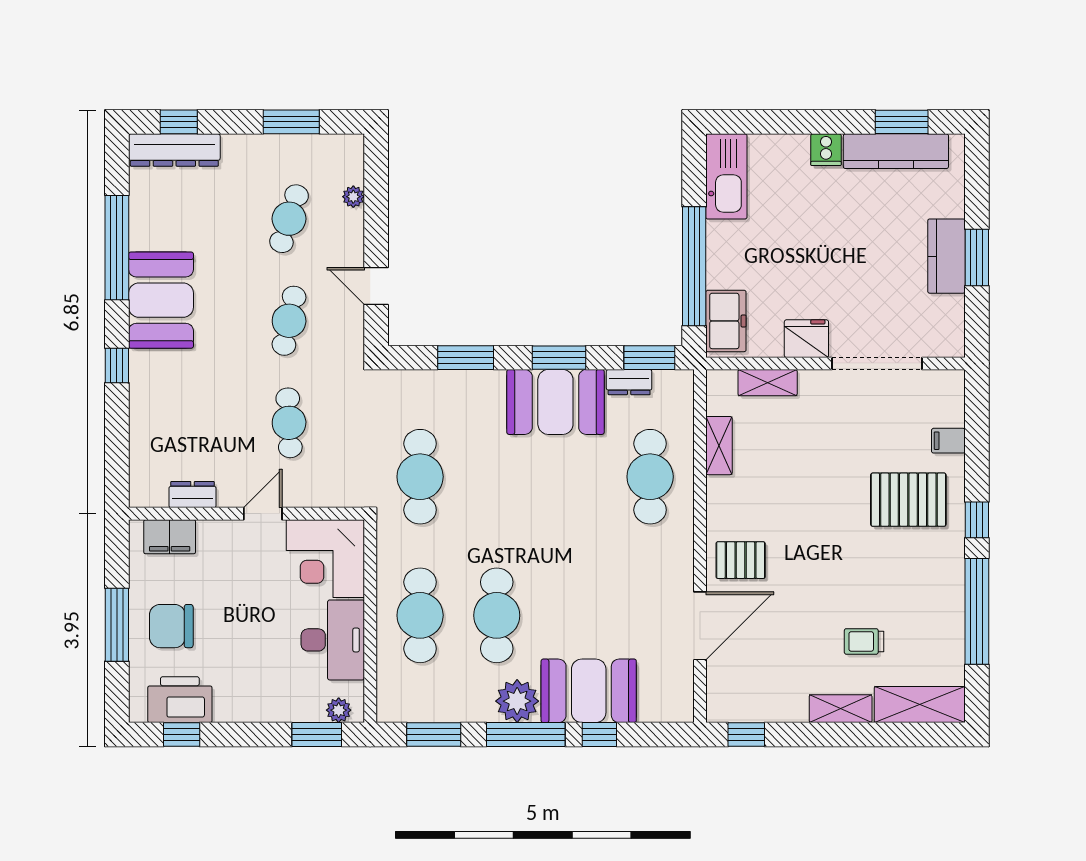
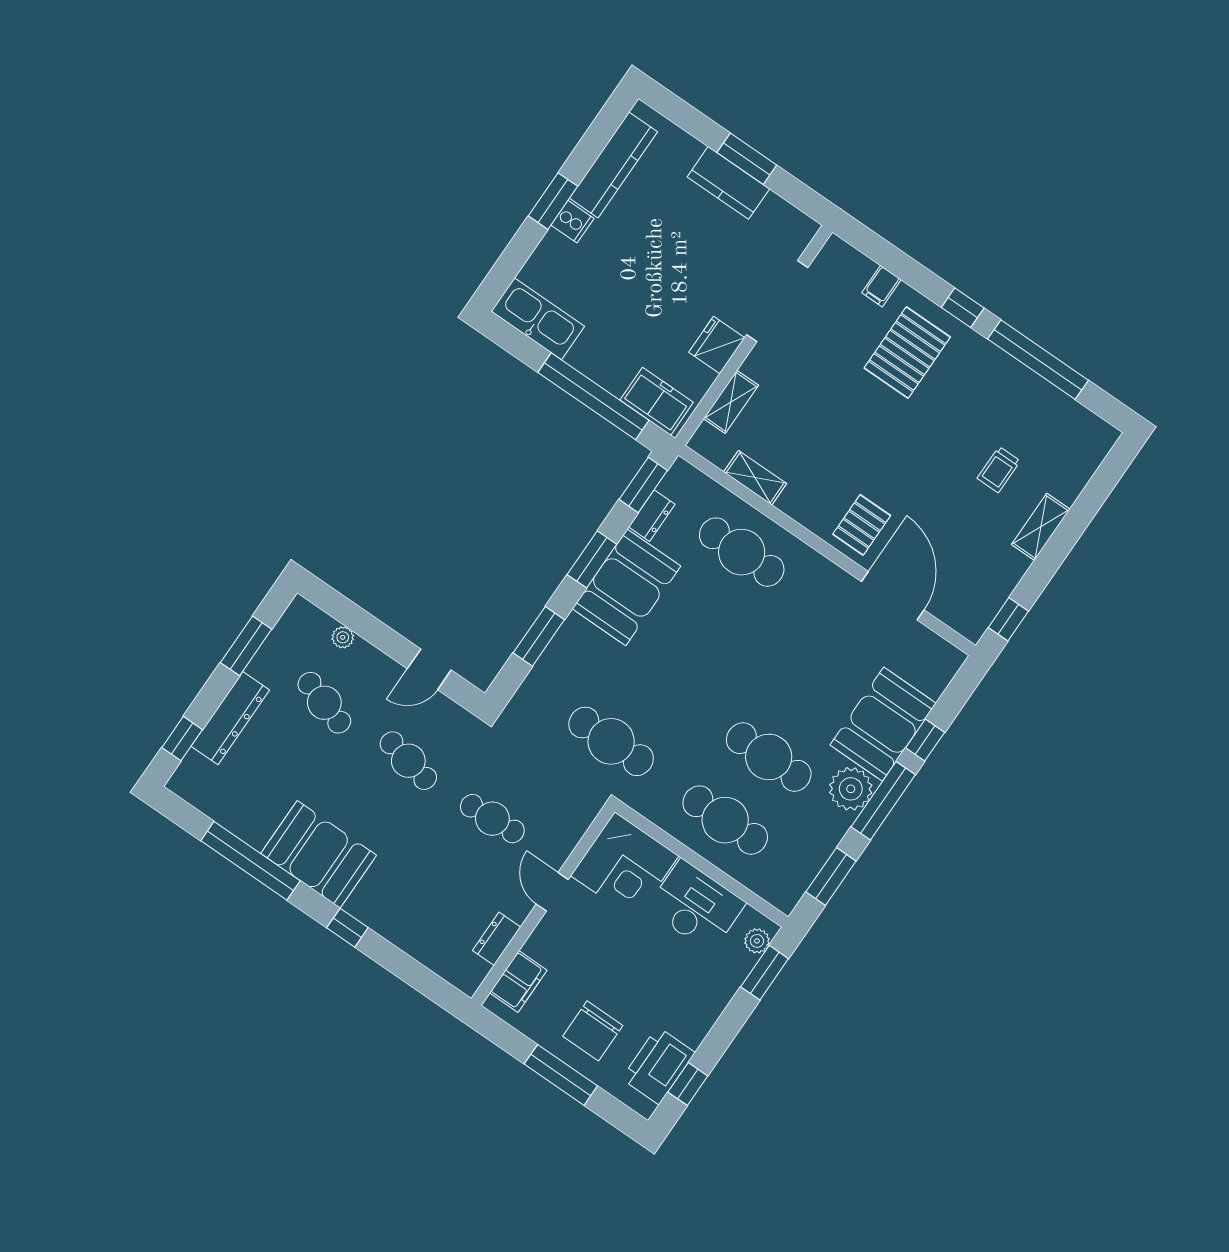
window: (902, 122) -> (553, 201), moved
dresser: (174, 150) -> (230, 718), moved
shelving: (920, 705) -> (1082, 460), removed

